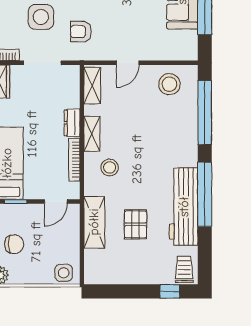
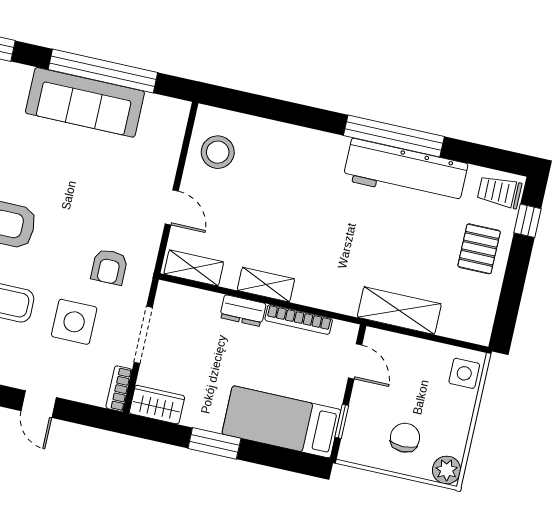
window: (205, 113) -> (272, 109), removed
stool: (110, 167) -> (322, 269), removed
pallet: (135, 224) -> (479, 249), moved, turned 90

